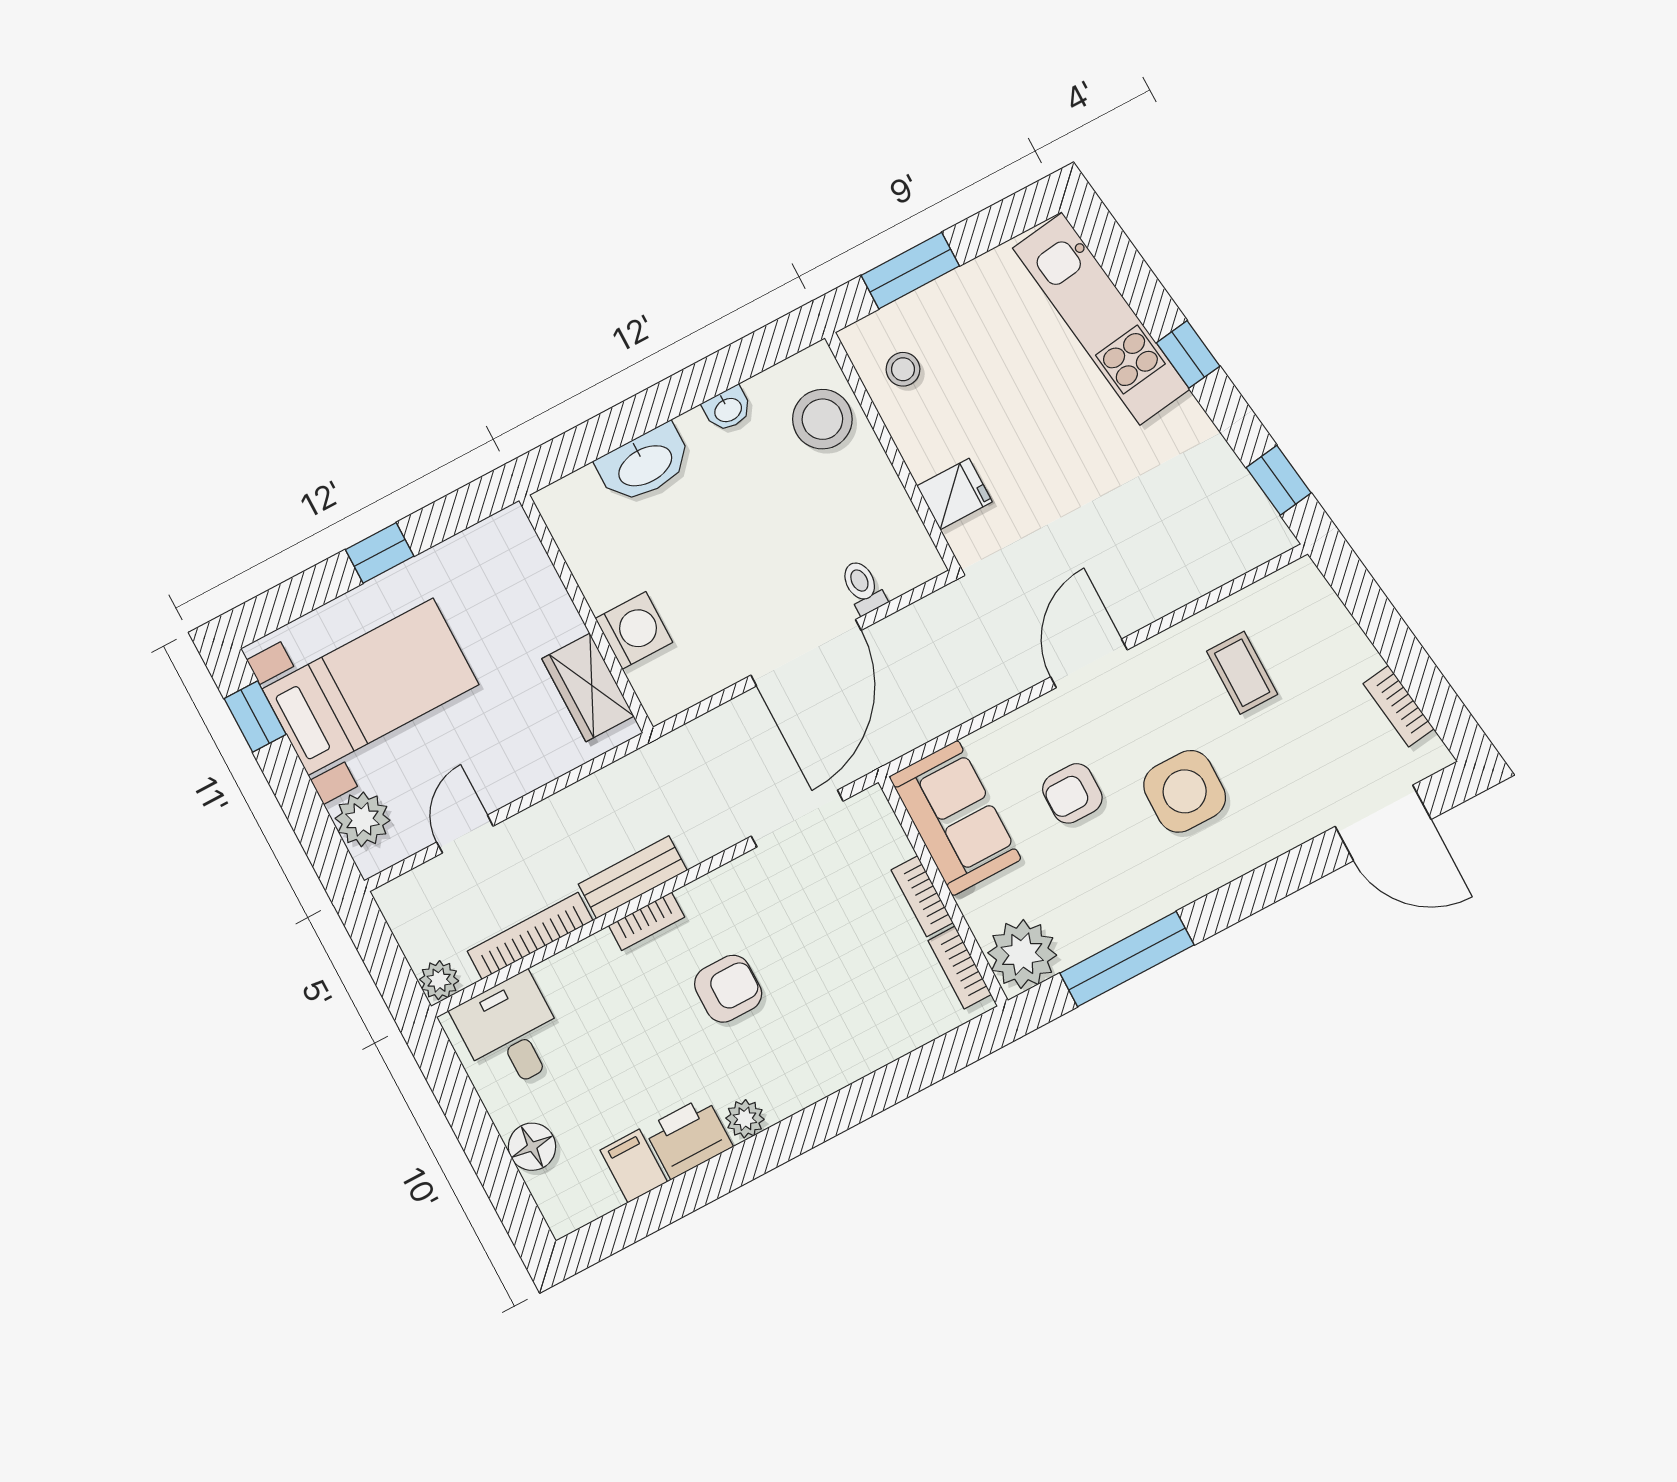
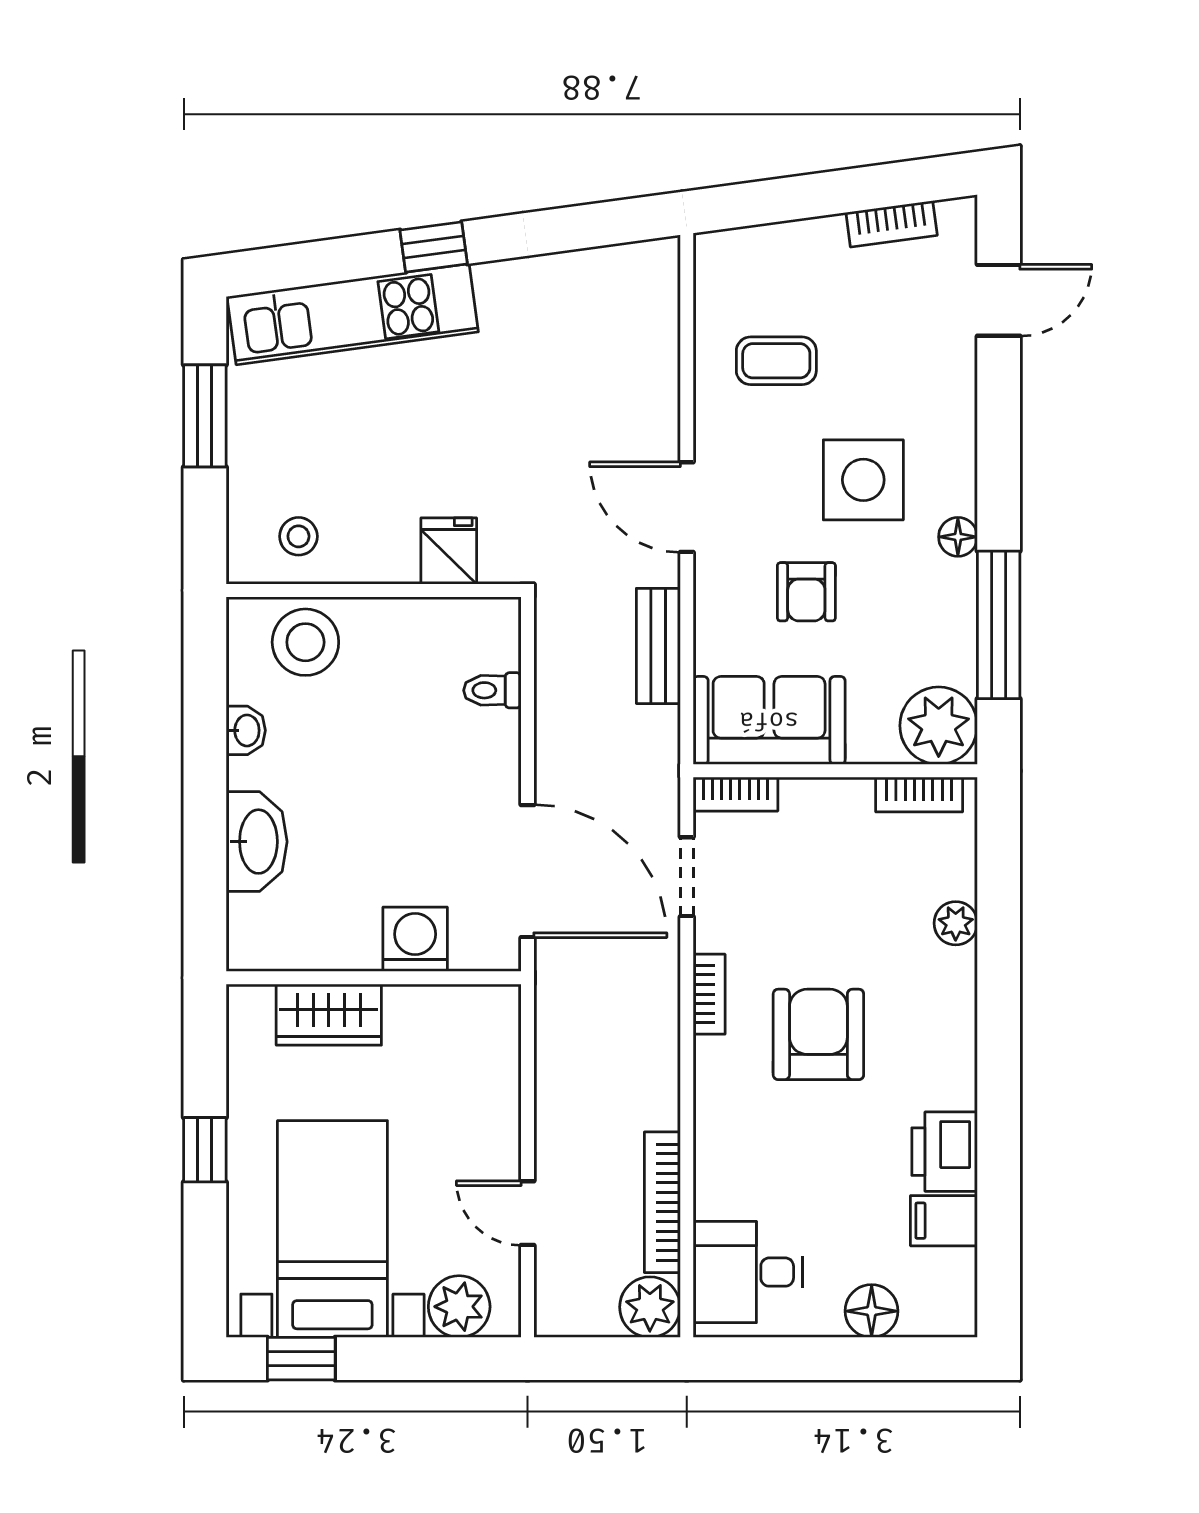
window: (910, 271) -> (205, 416), moved
window: (1279, 480) -> (605, 224), removed
door: (806, 653) -> (527, 871), moved
wardrobe: (588, 687) -> (329, 1015), moved
doorway: (797, 819) -> (687, 877), width x0.73
door: (1383, 823) -> (999, 300), width x0.73
bench: (633, 877) -> (658, 646), moved
floor lamp: (1179, 890) -> (958, 537), added
bookcase: (922, 896) -> (735, 794), moved
bookcase: (647, 921) -> (709, 994), moved
plant: (439, 980) -> (650, 1307), width x1.38, depth x1.38
armchair: (728, 989) -> (818, 1034), width x1.38, depth x1.38
plant: (745, 1119) -> (956, 923), moved

